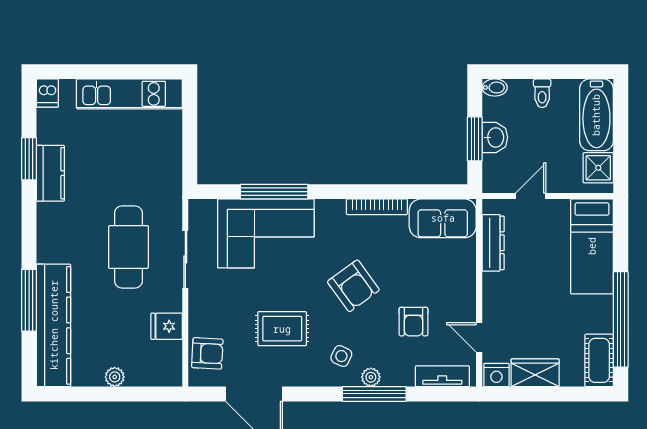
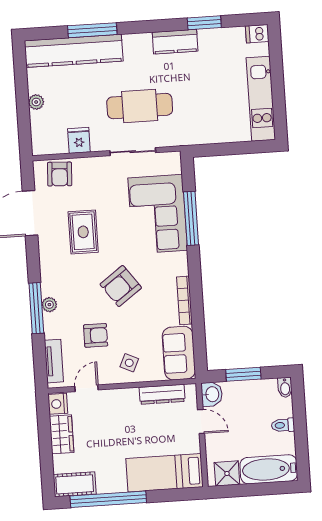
washbasin: (495, 137) -> (212, 394), moved, turned -90
kitchen counter: (50, 173) -> (175, 42), moved
armchair: (413, 322) -> (96, 335), turned 180
side table: (341, 356) -> (129, 363), moved

